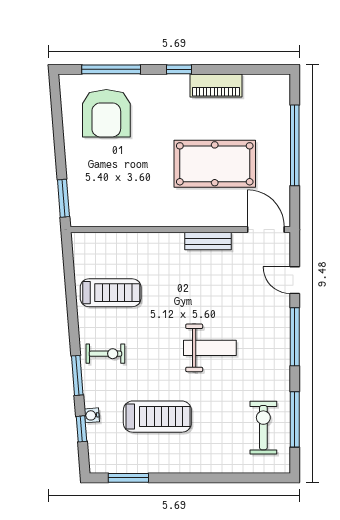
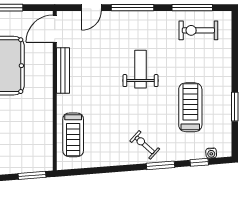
bench: (208, 241) -> (63, 71), width x1.36
treadmill: (111, 293) -> (73, 135), moved, turned 180
exercise bike: (105, 354) -> (145, 145), turned -48
water cooler: (92, 415) -> (211, 153), moved
window: (128, 478) -> (235, 107), moved

